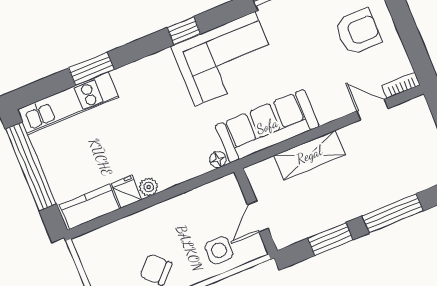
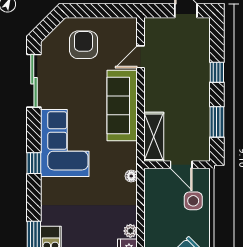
bookcase: (401, 85) -> (132, 31), removed
sofa: (267, 126) -> (122, 106), moved
shelving: (309, 155) -> (154, 137), moved
window: (393, 213) -> (217, 72), width x0.46

